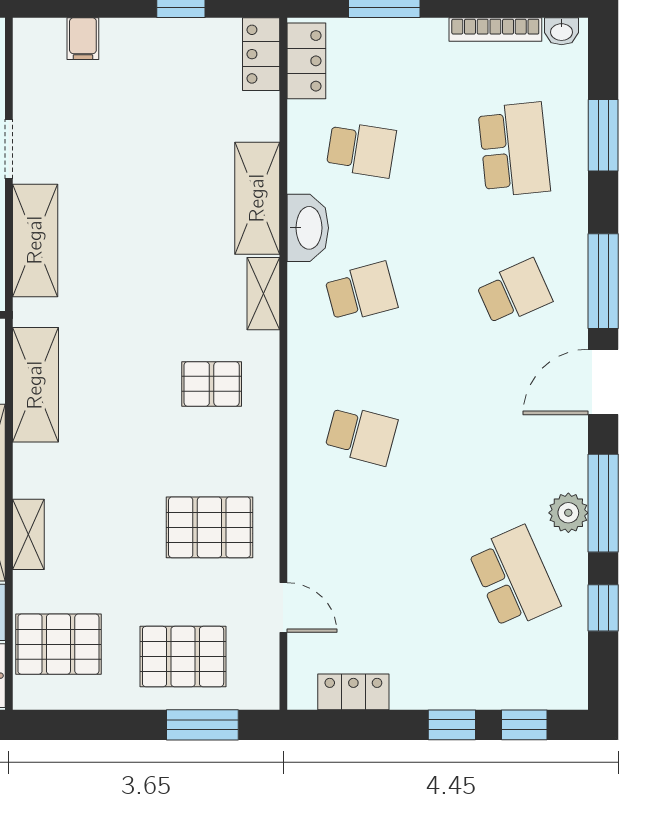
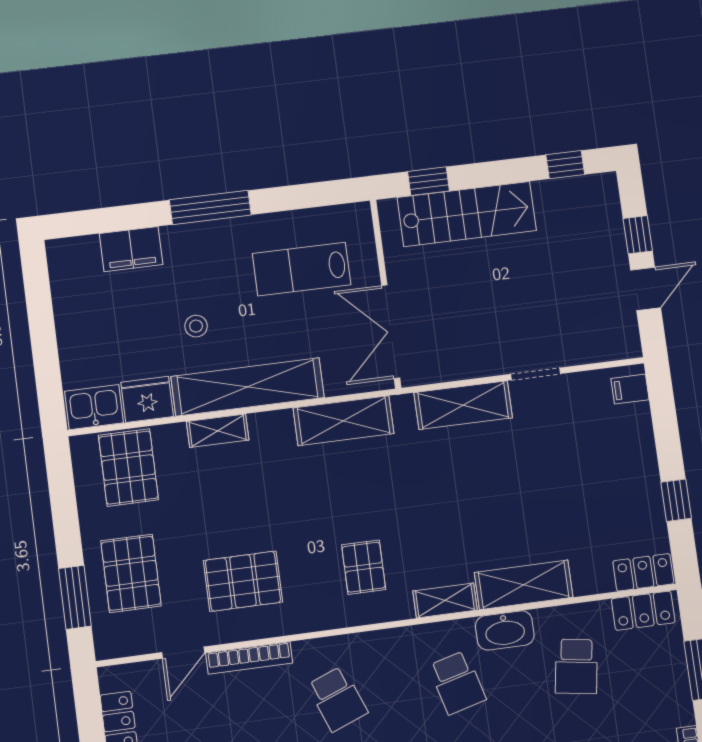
filing cabinet: (83, 39) -> (630, 389), moved
school desk: (361, 435) -> (337, 699), turned -36
pallet: (209, 527) -> (243, 581), turned 90
bookcase: (300, 532) -> (249, 658), added

